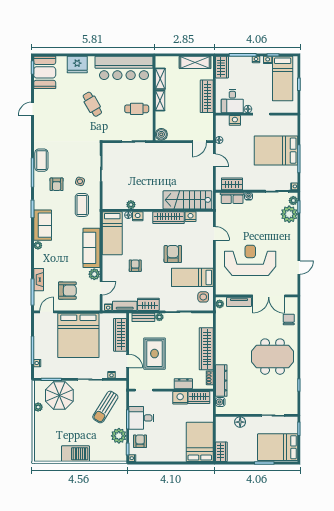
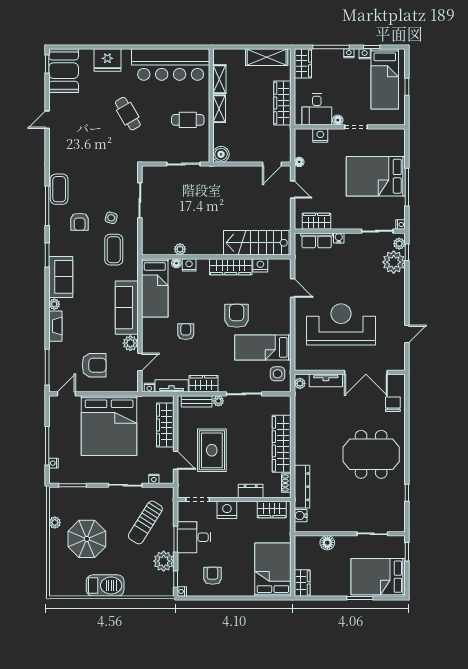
fireplace: (39, 280) -> (55, 326), moved
parasol: (59, 395) -> (87, 539), moved
nightstand: (180, 398) -> (227, 510), moved
armchair: (140, 441) -> (213, 576), moved

